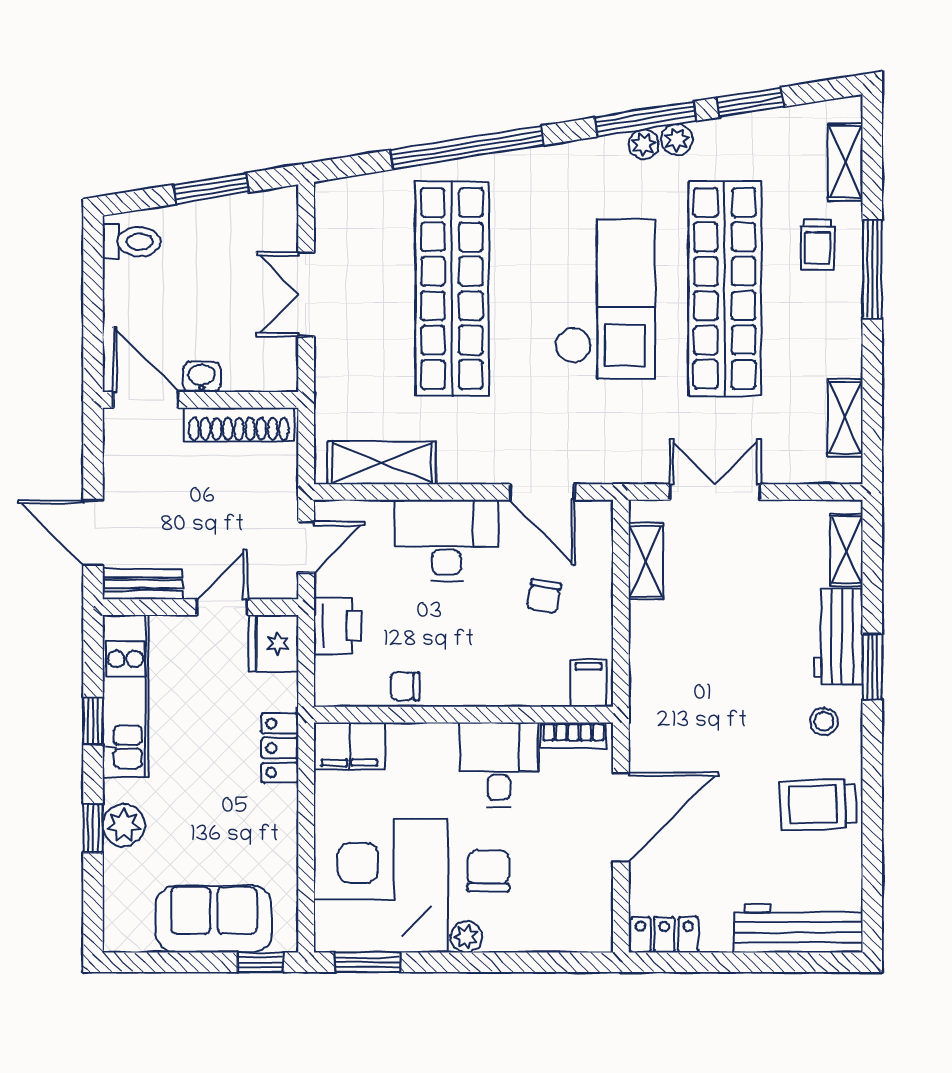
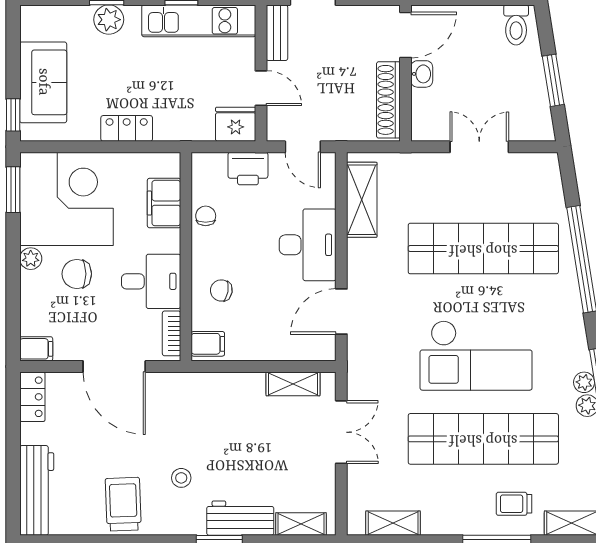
chair: (544, 596) -> (221, 290), moved
stool: (824, 721) -> (181, 478), moved
filing cabinet: (349, 746) -> (164, 203), moved
locker: (280, 748) -> (127, 128), moved
chair: (488, 871) -> (77, 274), turned 180
filing cabinet: (596, 929) -> (36, 349), added

